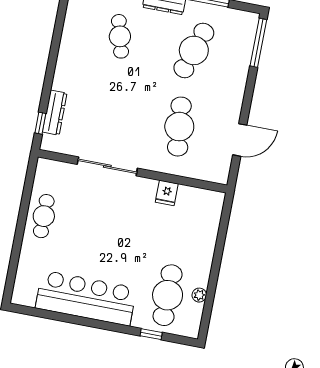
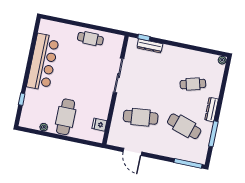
fridge: (167, 193) -> (99, 125), moved
cafe table: (168, 295) -> (66, 117), moved, turned 90

